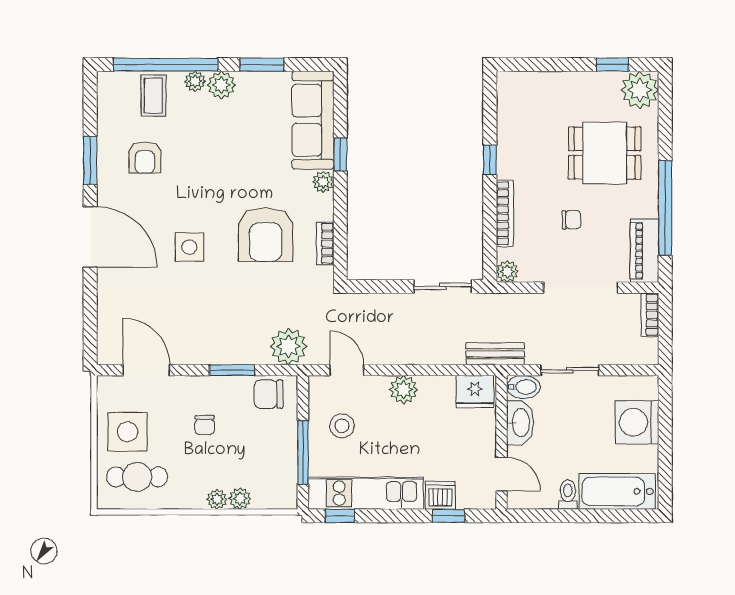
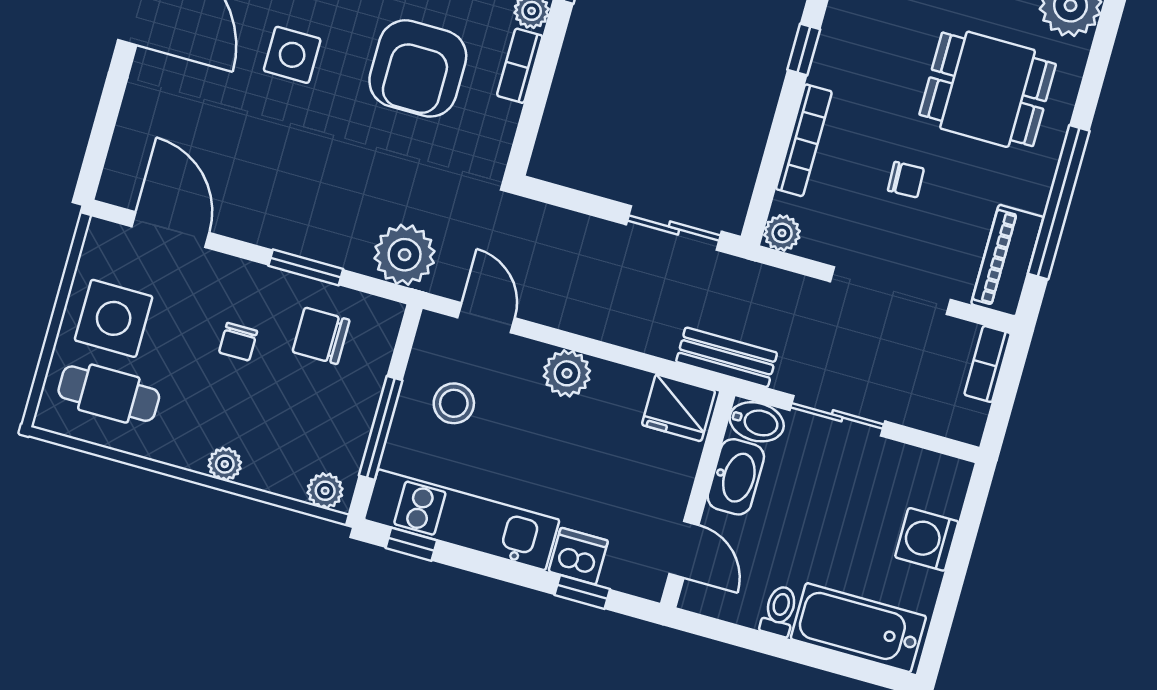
bookcase: (325, 243) -> (520, 66), moved
chair: (269, 394) -> (321, 336), moved
washing machine: (637, 422) -> (927, 539), width x0.73, depth x0.73
plant: (240, 499) -> (325, 491), moved

